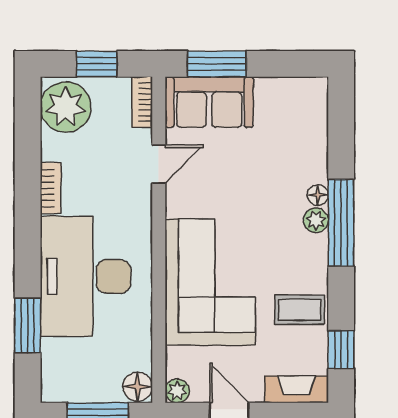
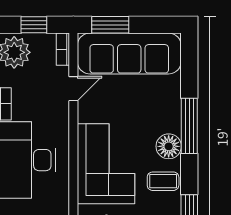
sofa: (209, 102) -> (129, 54), width x1.85, depth x1.27
floor lamp: (318, 195) -> (169, 146), moved, width x1.89, depth x1.89
plant: (316, 220) -> (173, 124), removed

